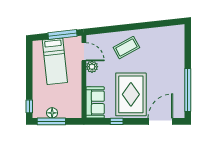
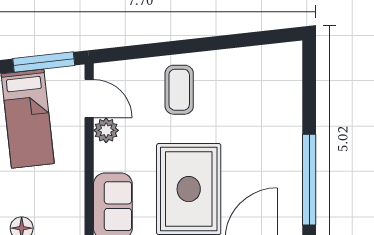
coffee table: (126, 48) -> (179, 90), turned -61

